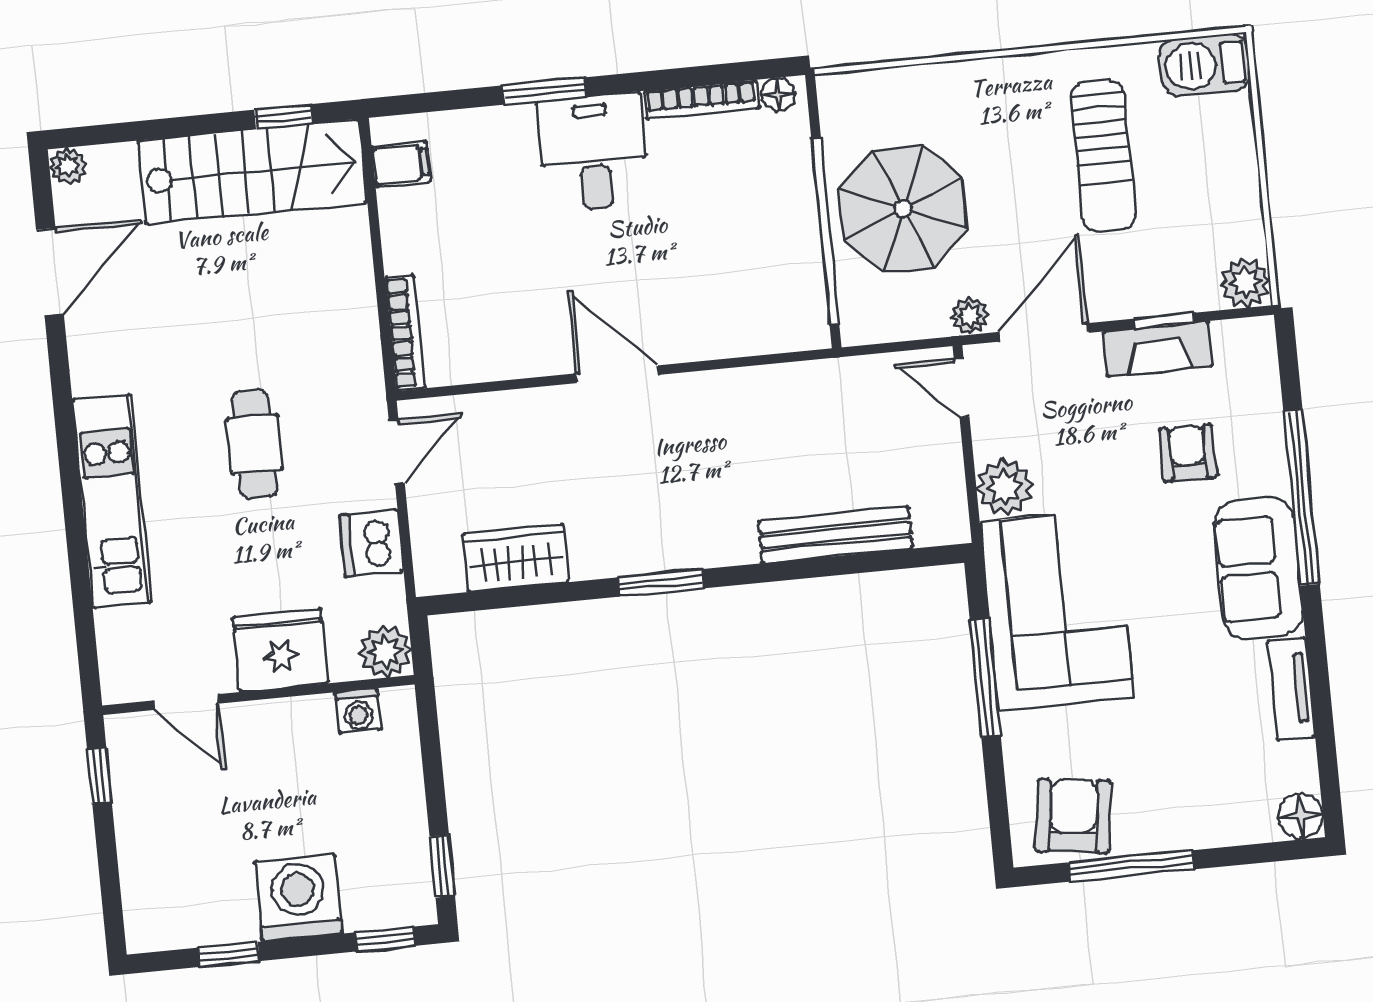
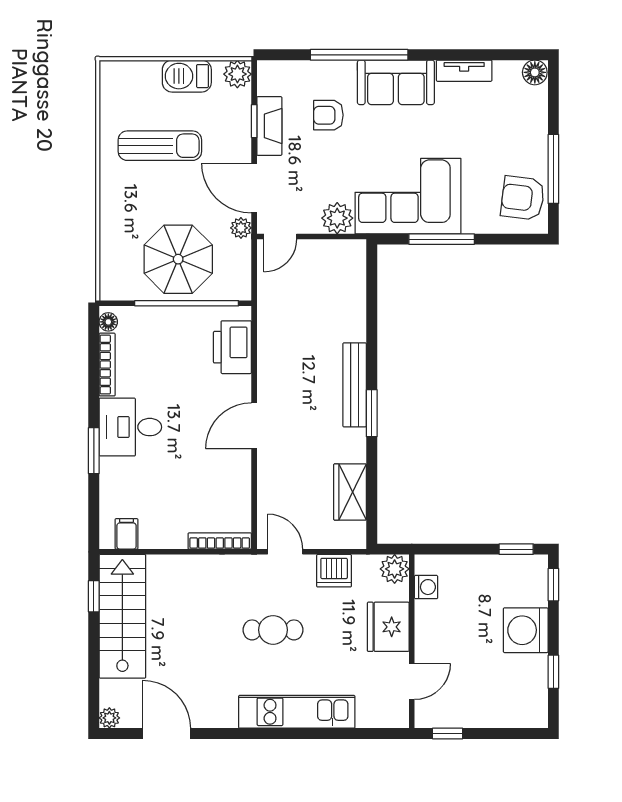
barbecue: (1205, 65) -> (187, 76), moved, turned 90
printer: (755, 322) -> (232, 347), added
bench: (835, 535) -> (355, 385), moved

